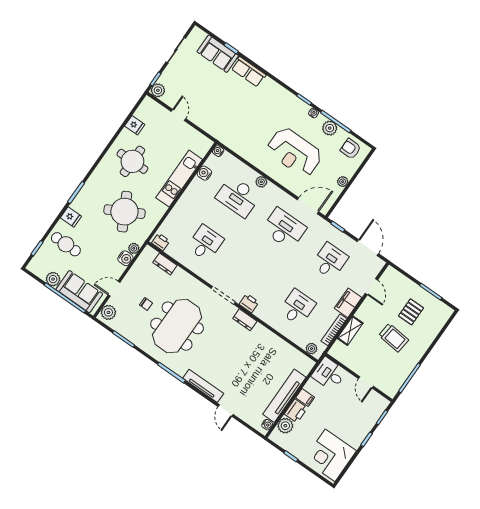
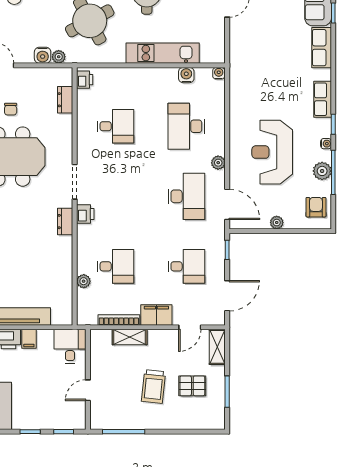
row of seats: (283, 95) -> (323, 99), added
plant: (261, 182) -> (218, 163), moved
shelving: (397, 278) -> (217, 347), added
plant: (312, 349) -> (84, 281), moved

